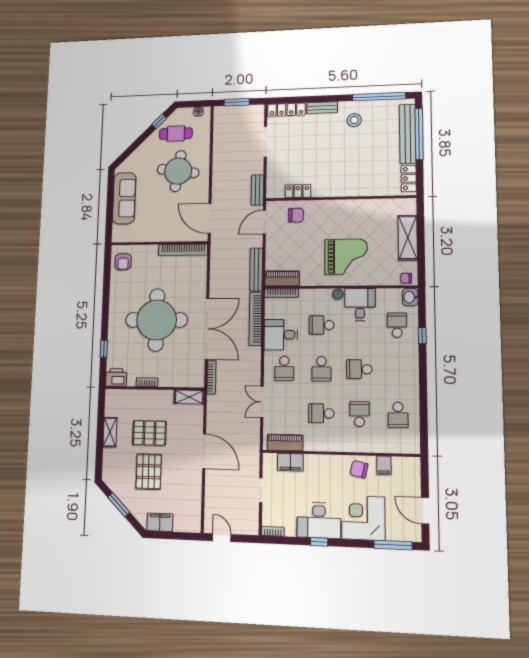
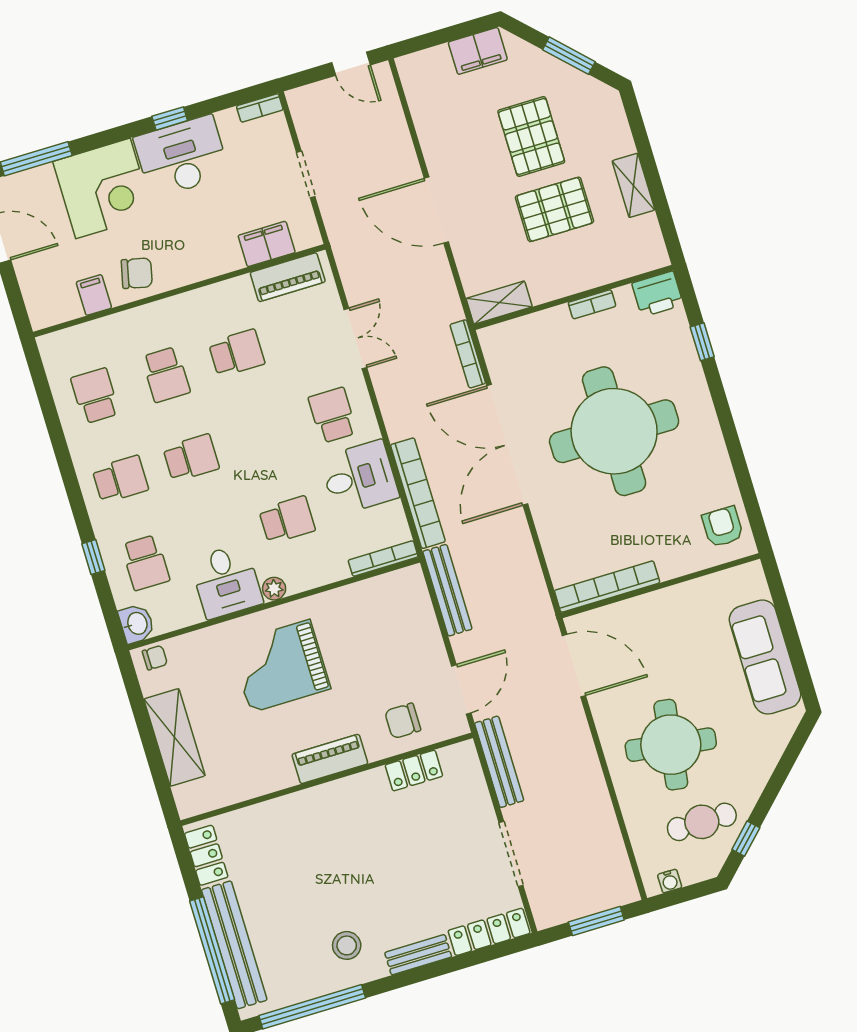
bench: (257, 190) -> (499, 762), width x1.36
piano: (282, 278) -> (330, 759), moved, turned 180
school desk: (321, 369) -> (120, 479), moved, turned 90

